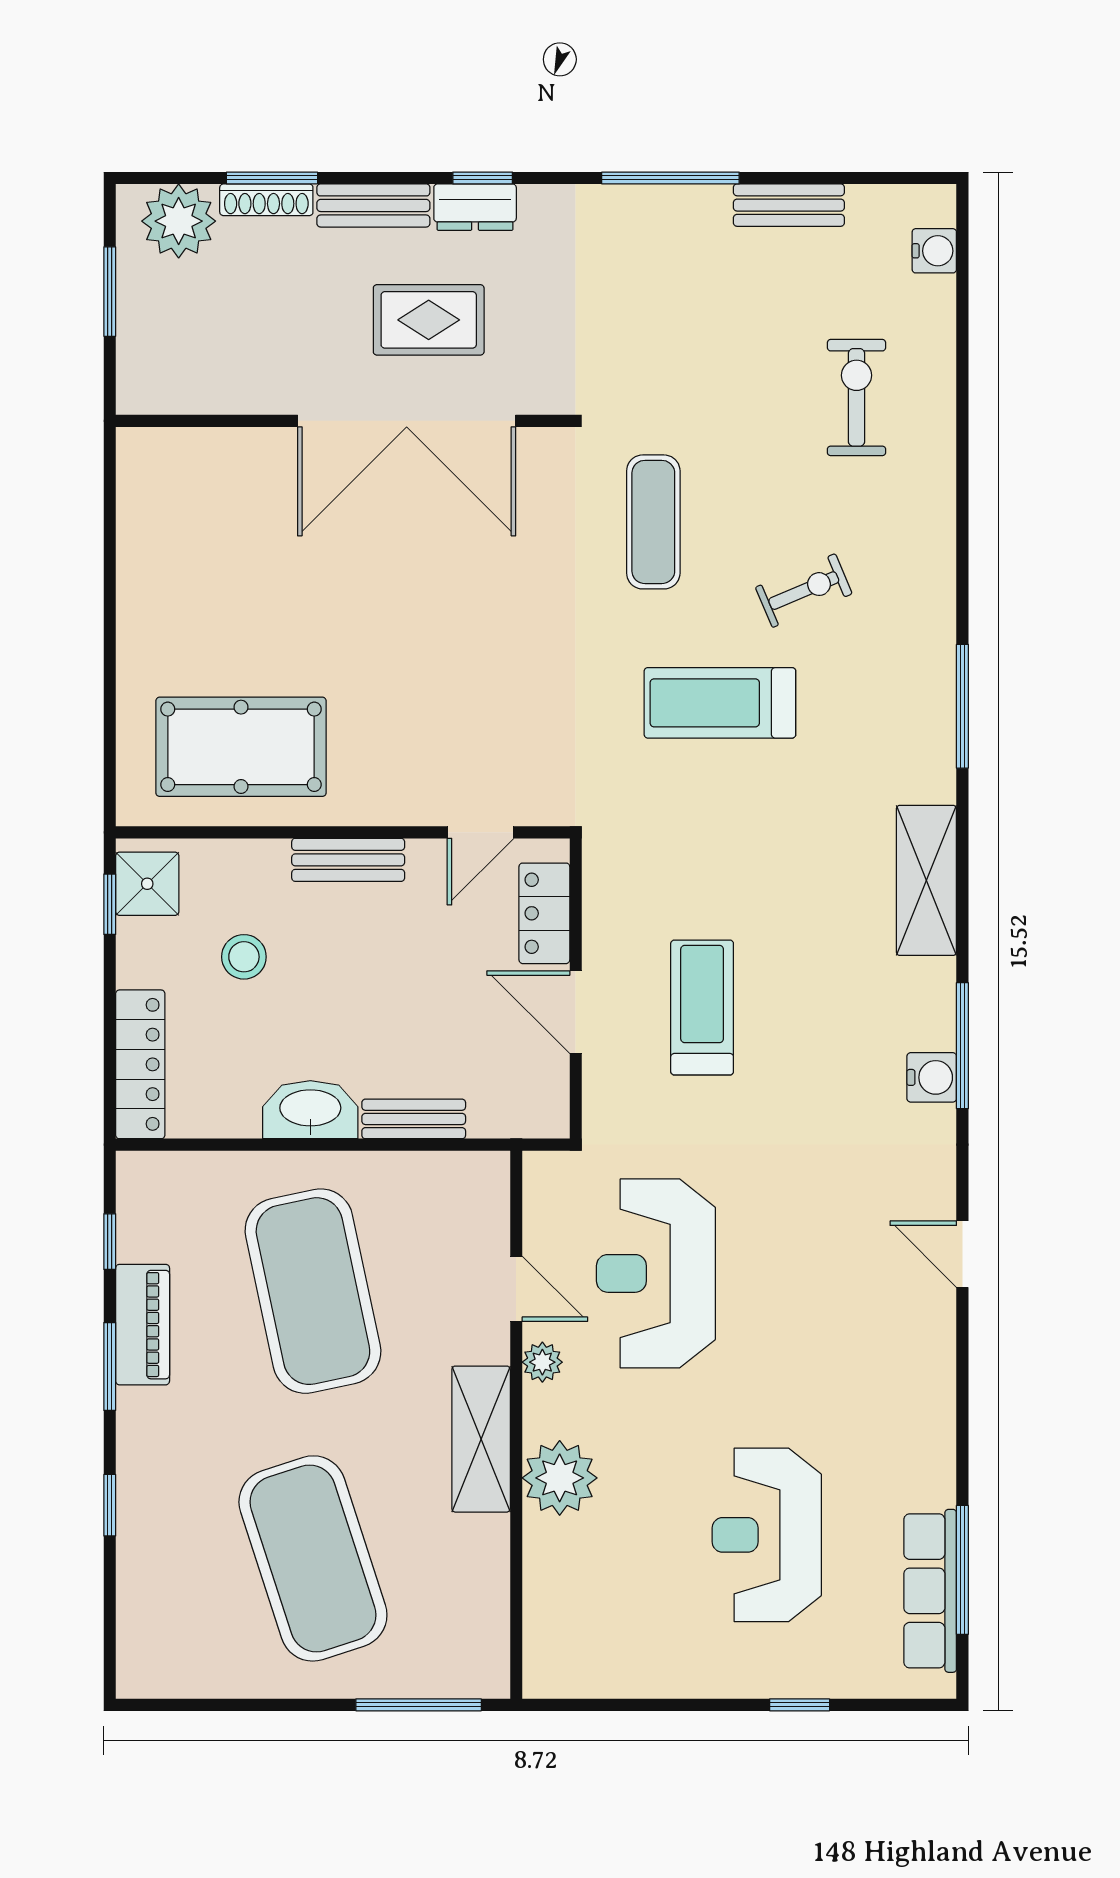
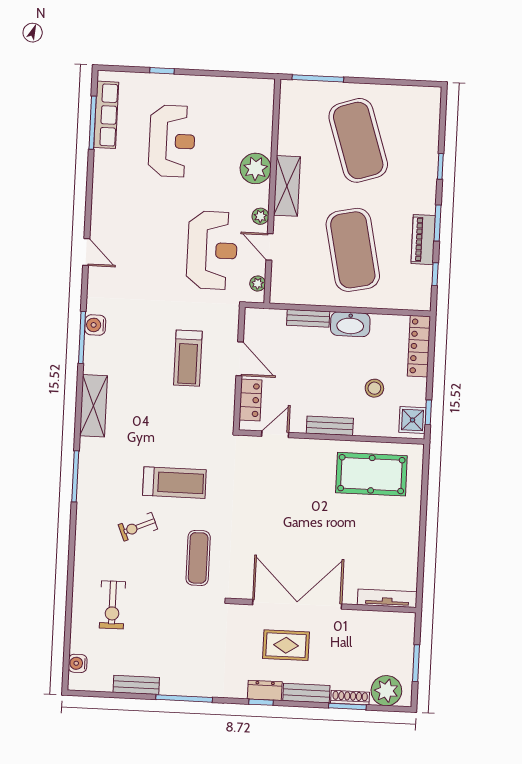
tv unit: (188, 446) -> (387, 598), added
plant: (541, 1198) -> (258, 284), added

